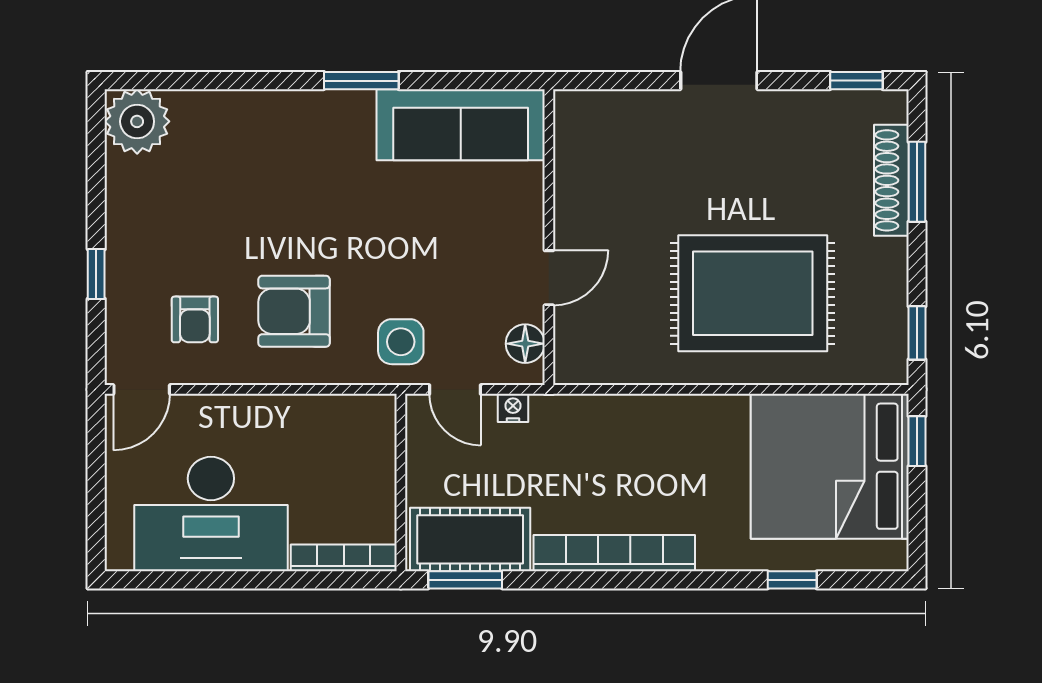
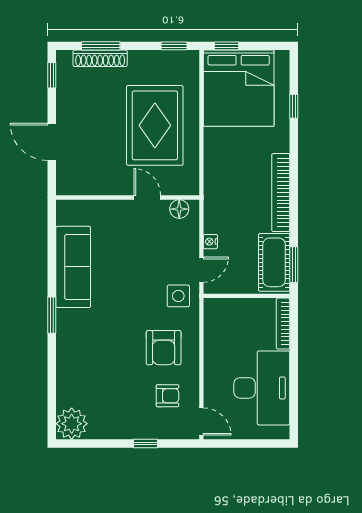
wall: (549, 237) -> (128, 198), moved
door: (549, 278) -> (147, 198), moved
floor lamp: (525, 344) -> (179, 209), moved

